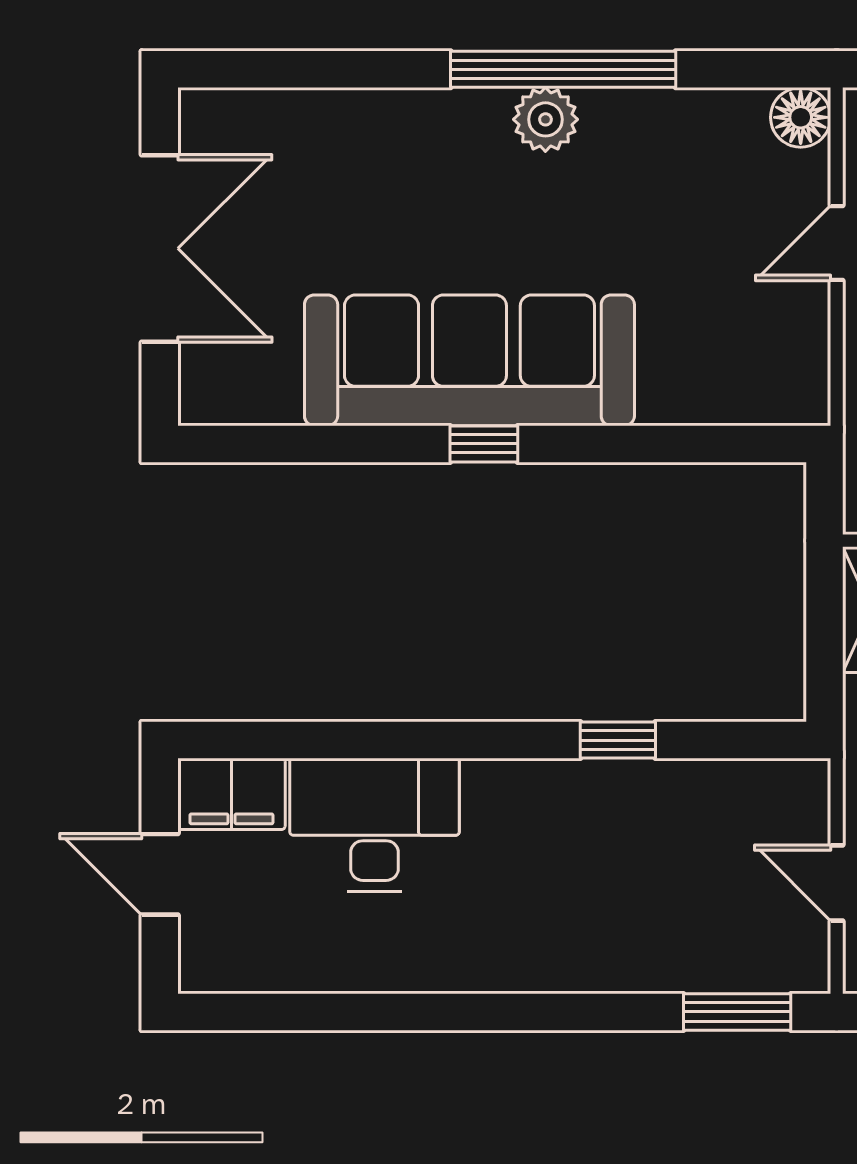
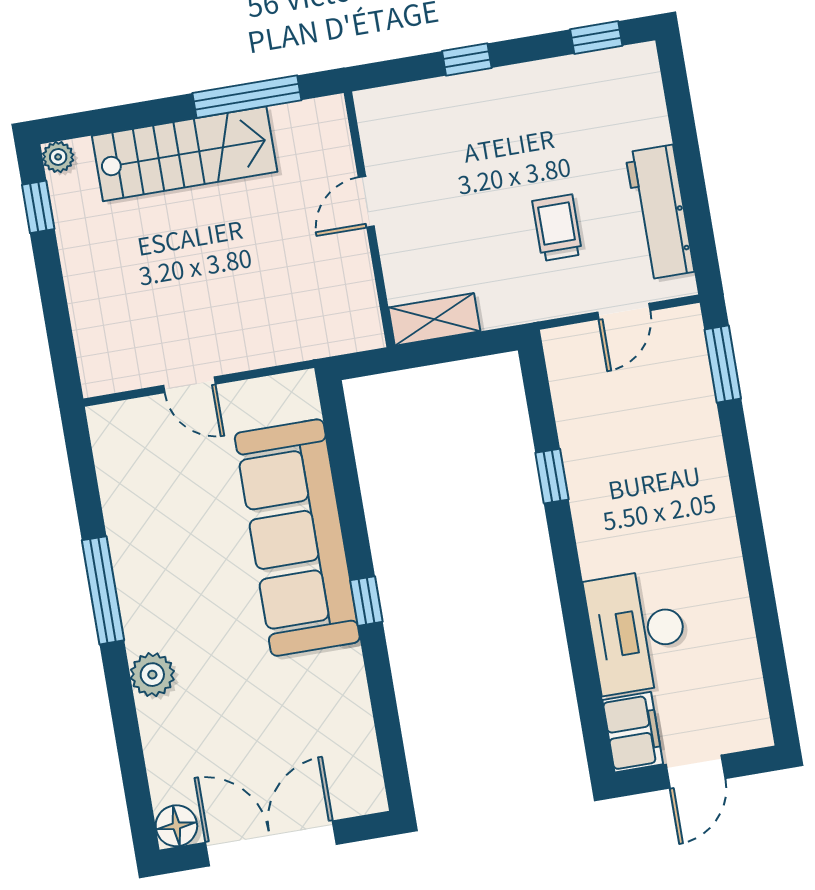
window: (563, 69) -> (103, 590), width x0.68
floor lamp: (801, 117) -> (176, 826), moved
plant: (545, 119) -> (152, 675), moved
sofa: (469, 360) -> (297, 538), moved

